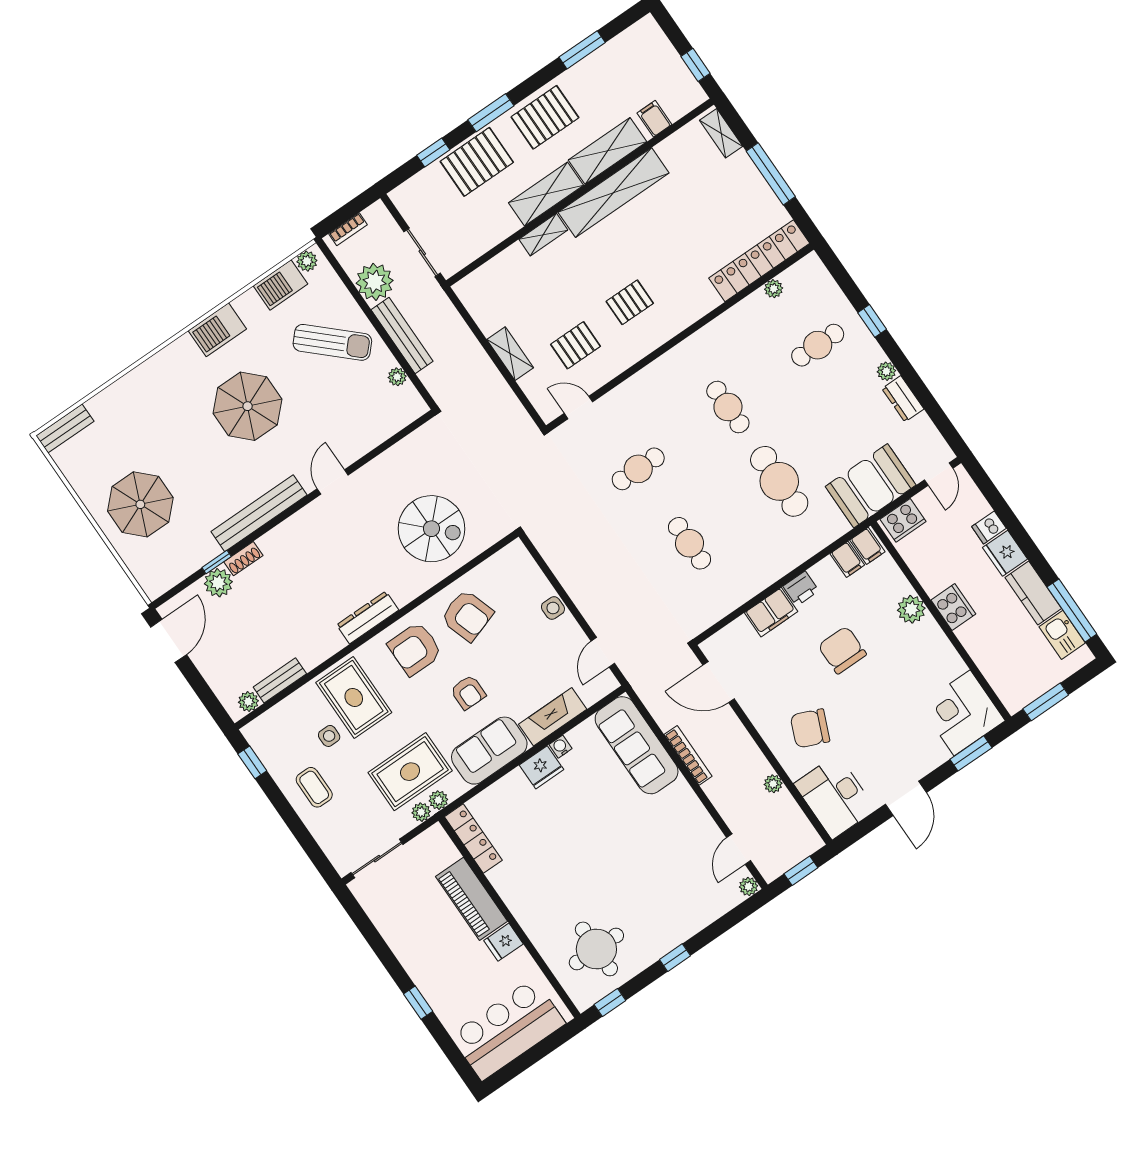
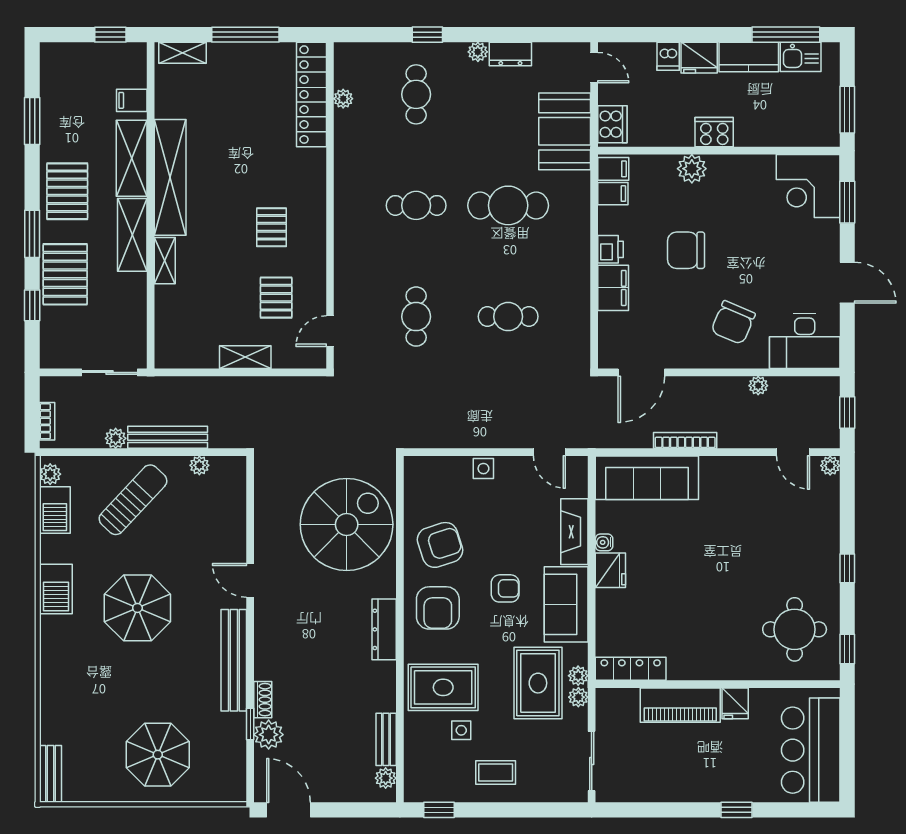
plant: (375, 282) -> (116, 438), width x0.53, depth x0.53
spiral stairs: (431, 529) -> (347, 524), width x1.37, depth x1.37

